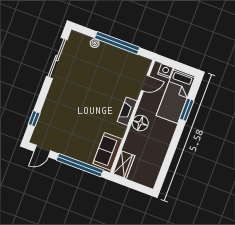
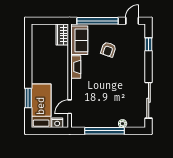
fireplace: (127, 111) -> (76, 67), moved
floor lamp: (140, 123) -> (62, 73), removed
armchair: (80, 130) -> (108, 49), added

